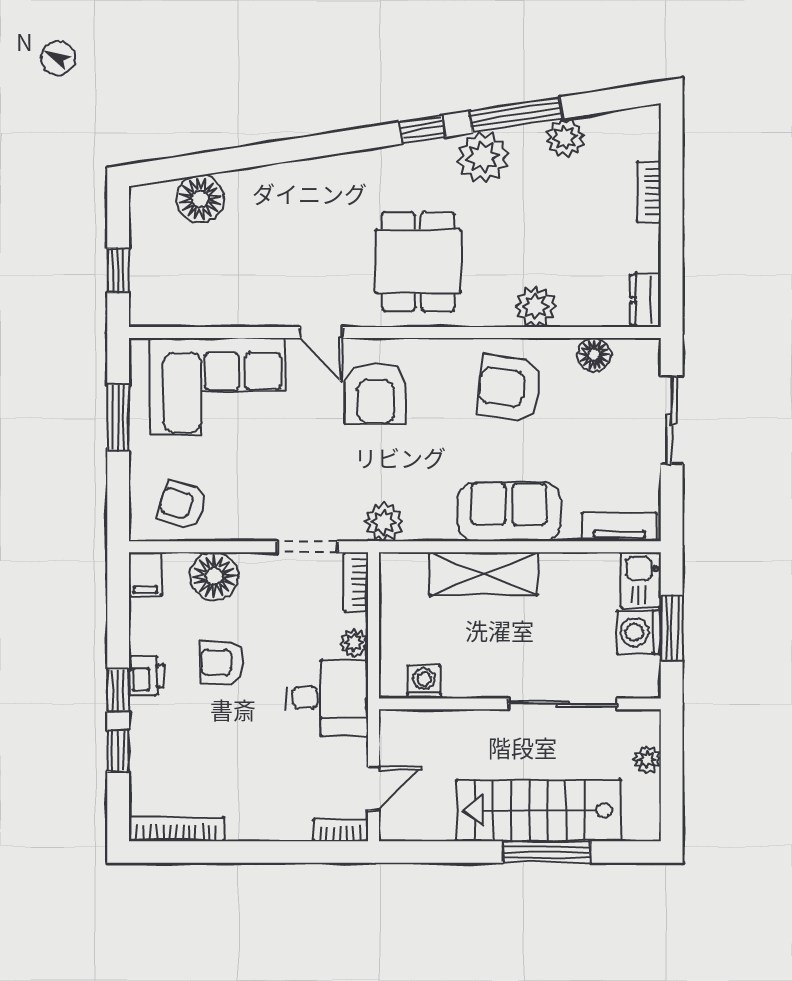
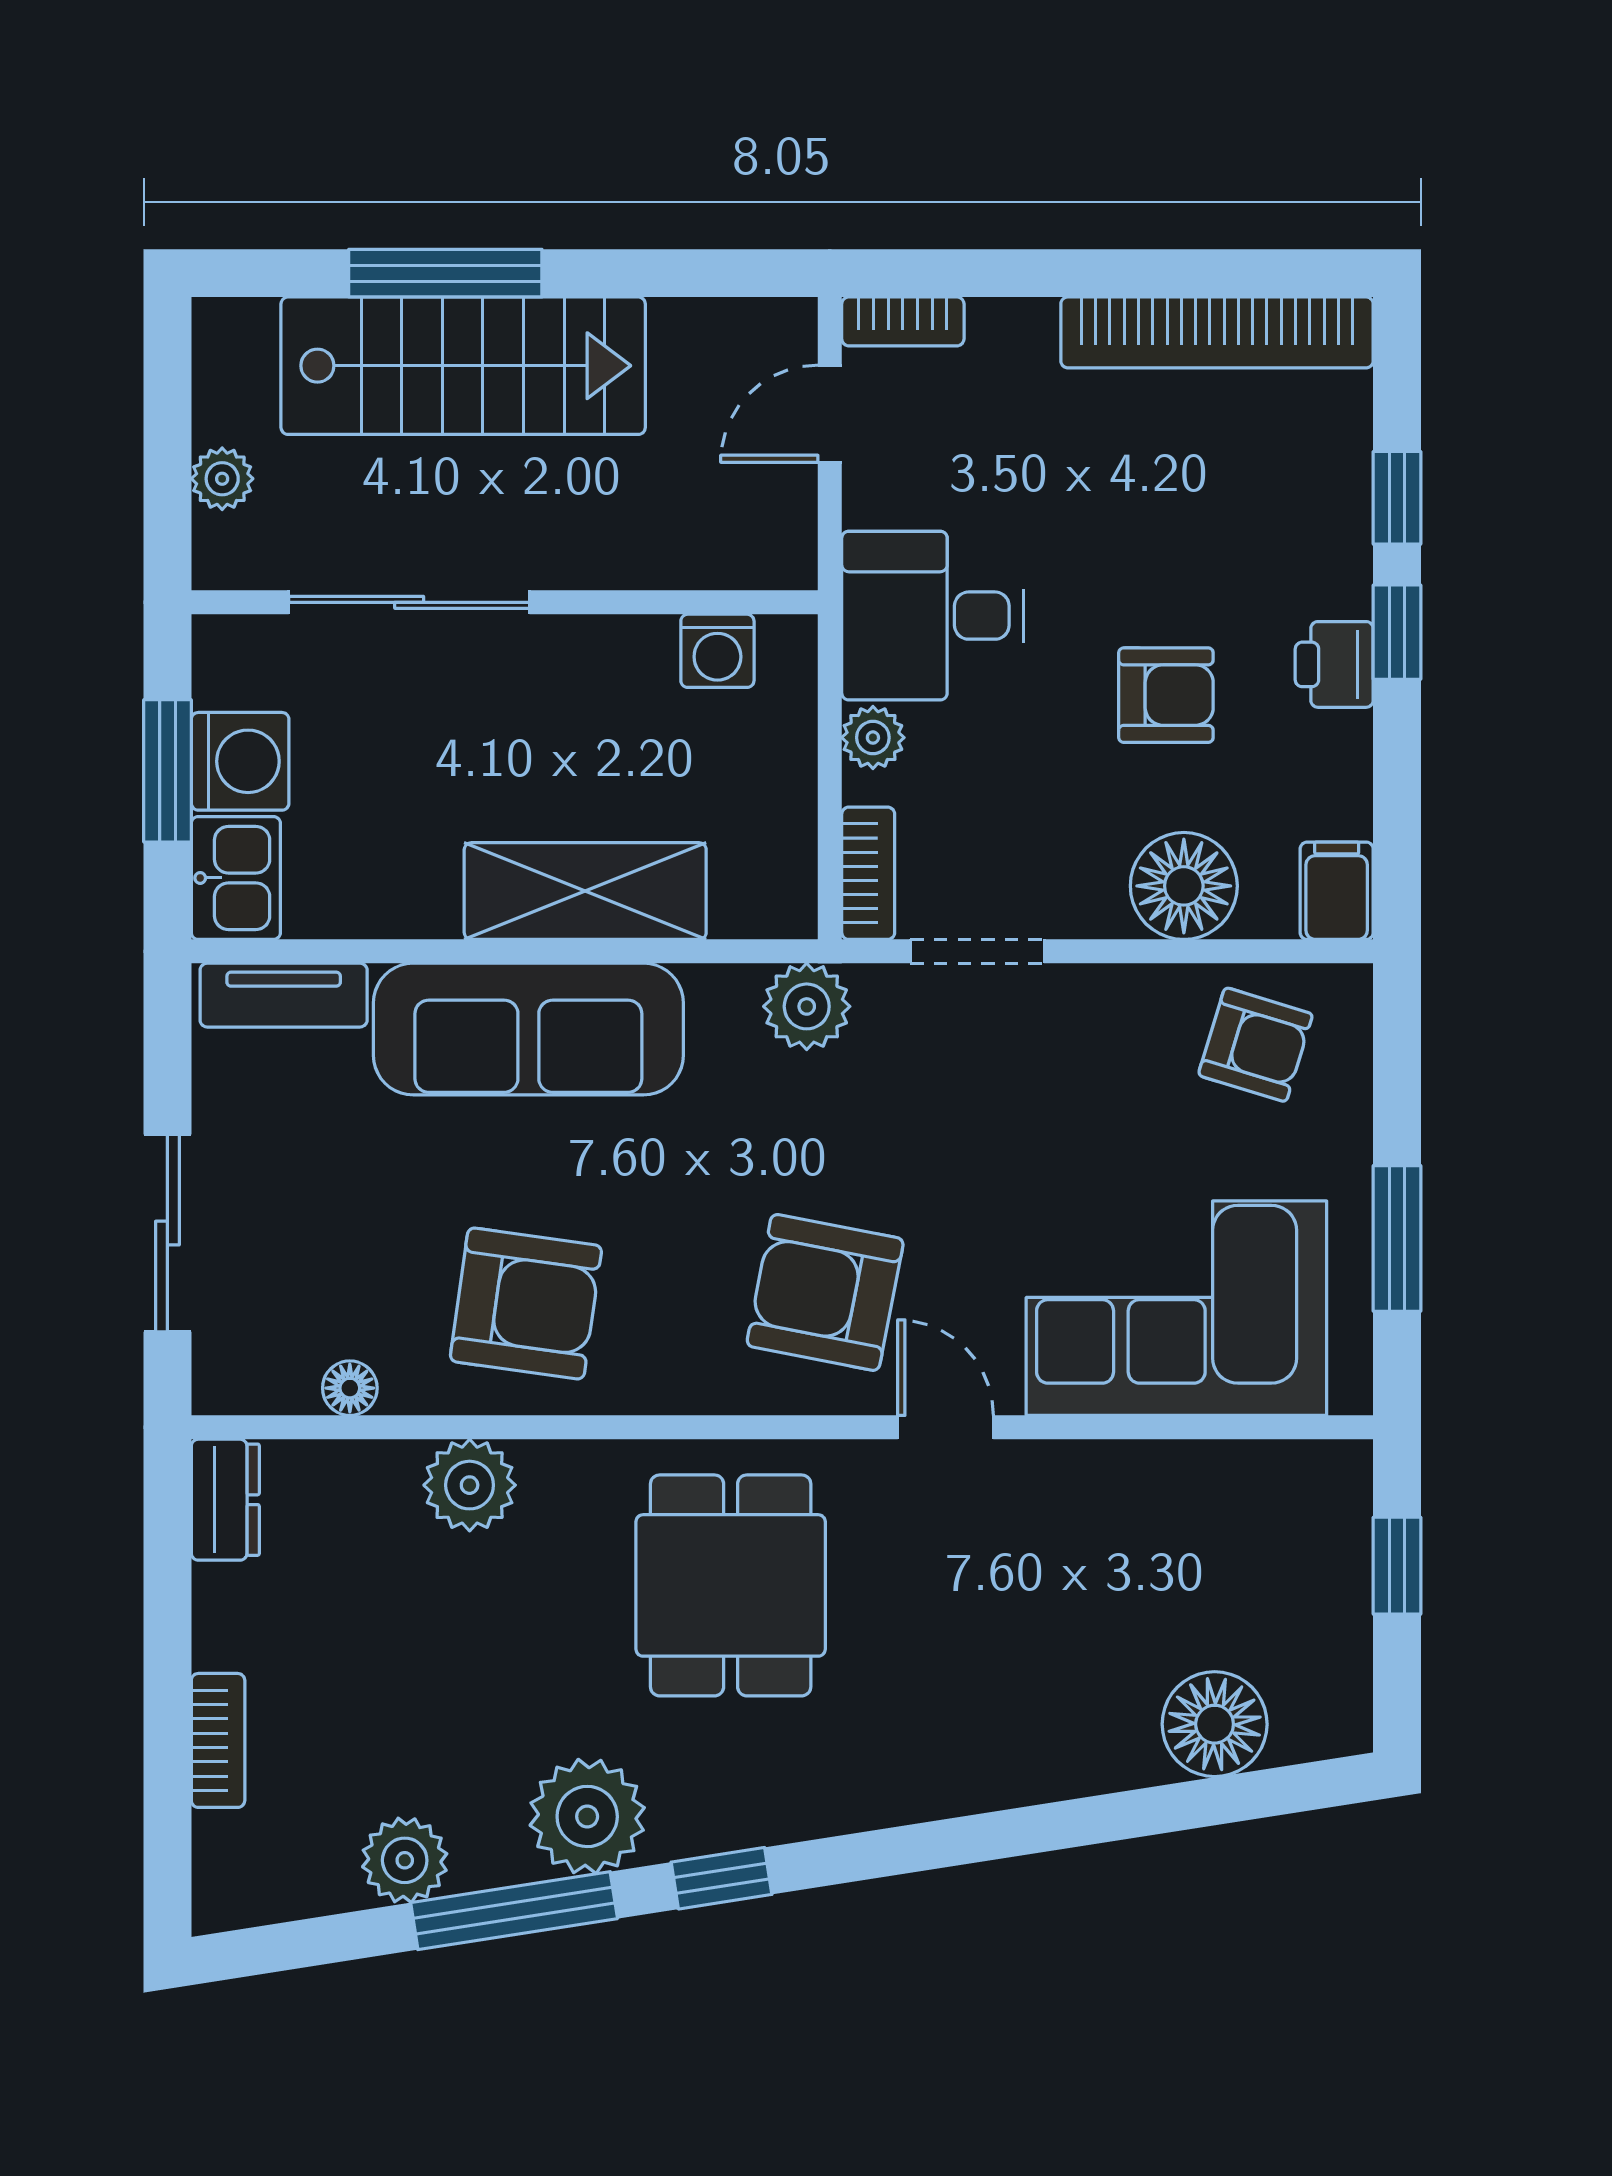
floor lamp: (594, 355) -> (350, 1388), width x0.73, depth x0.73
armchair: (376, 393) -> (825, 1292), turned -79
sofa: (509, 512) -> (528, 1029), width x1.36
bookcase: (176, 829) -> (1217, 332), width x1.48, depth x1.31

